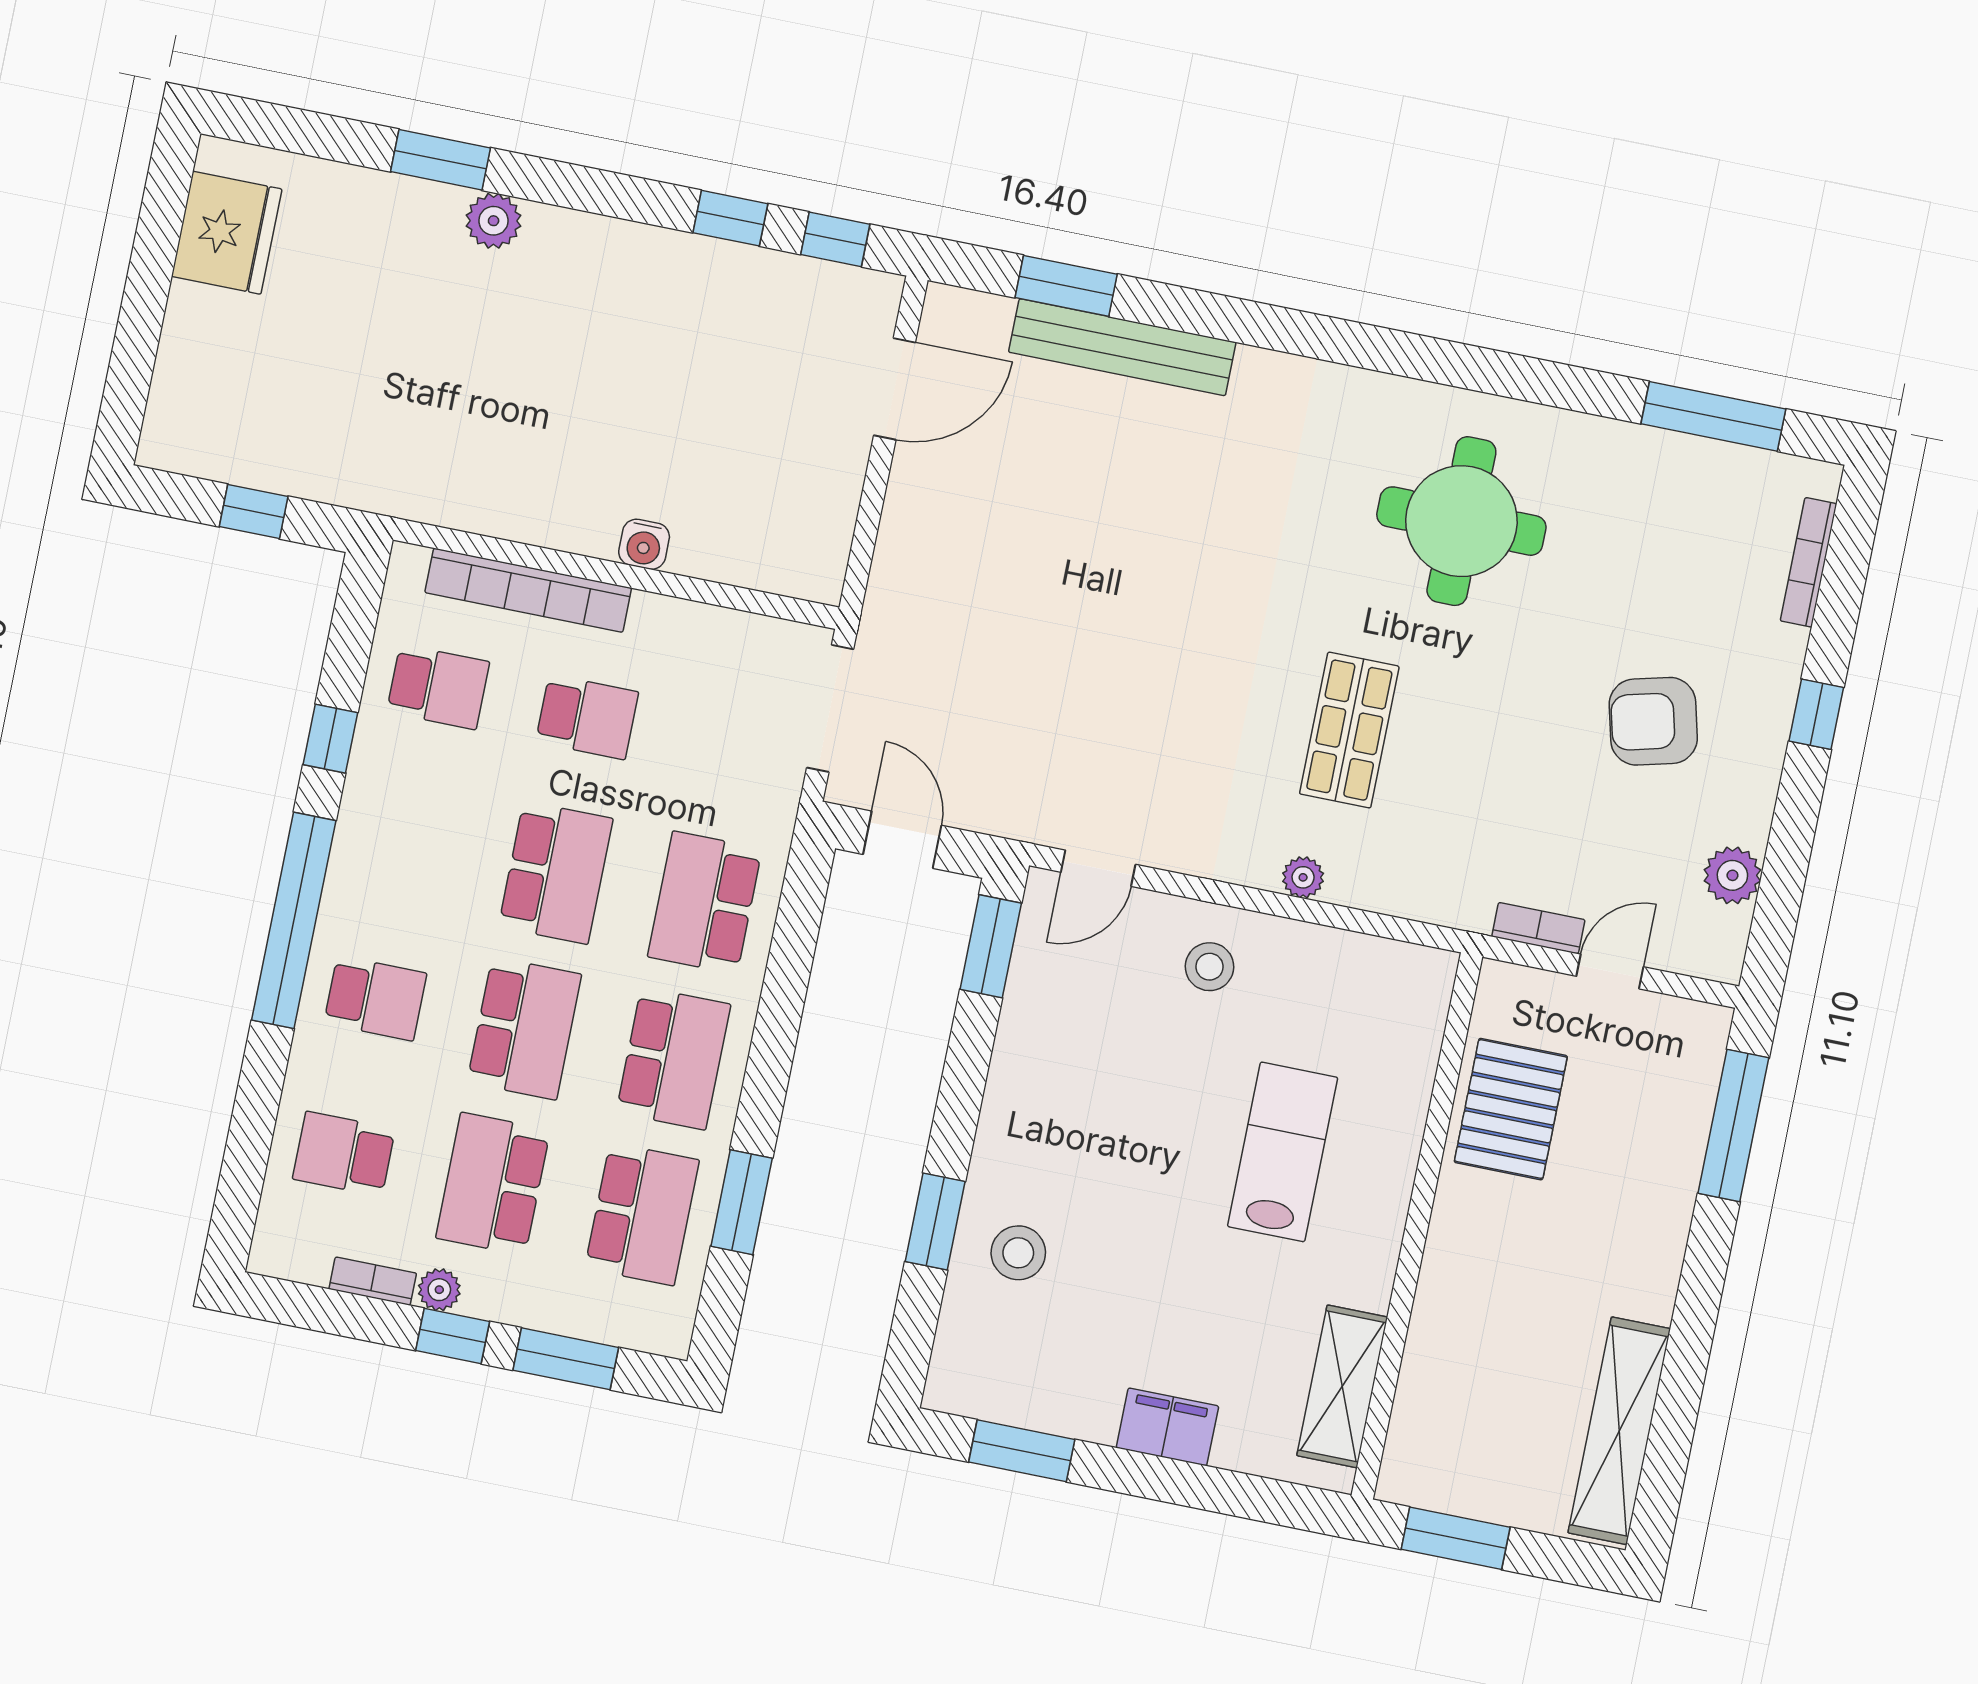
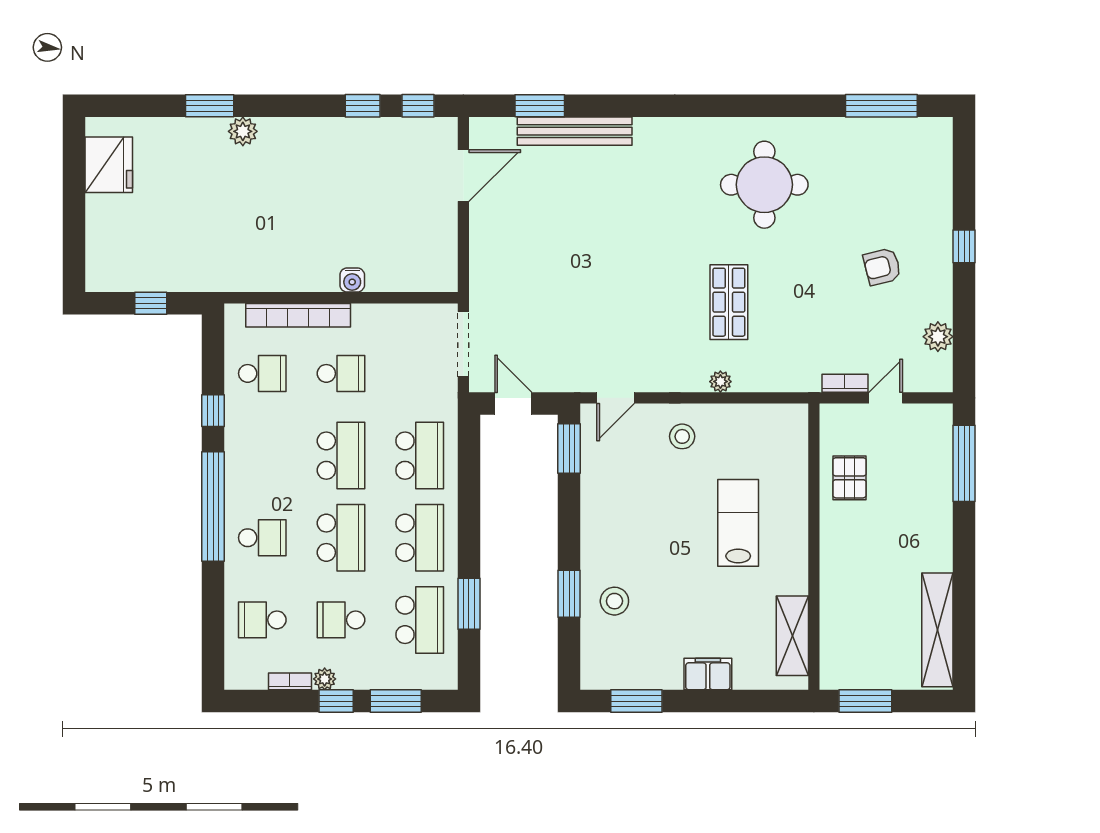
bookcase: (1809, 562) -> (945, 170), removed
armchair: (1653, 721) -> (882, 267), width x0.72, depth x0.72
school desk: (705, 903) -> (420, 456), turned 180
pallet: (1511, 1109) -> (849, 478), width x0.67, depth x0.71
school desk: (493, 1184) -> (341, 620), width x0.54

